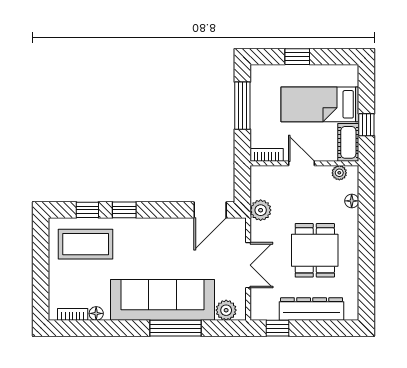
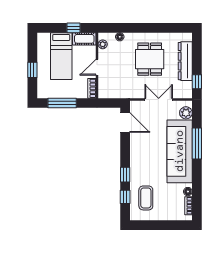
plant: (261, 210) -> (125, 92), removed
coffee table: (86, 244) -> (146, 198), width x0.73, depth x0.76
dining table: (315, 250) -> (150, 59), turned 90

